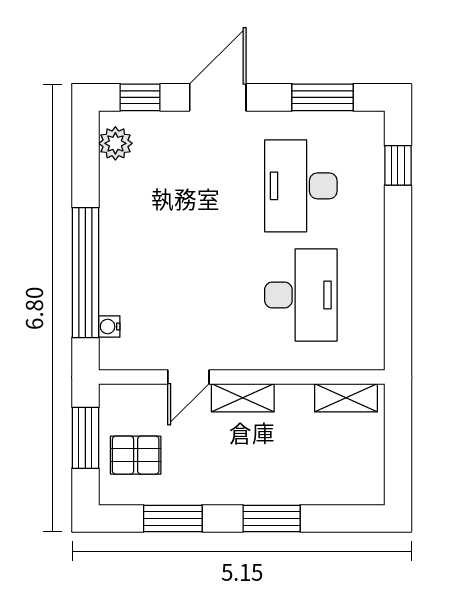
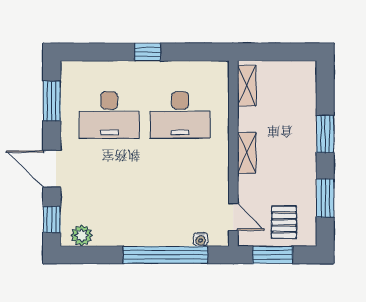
window: (398, 165) -> (148, 52), moved
desk: (301, 295) -> (180, 115), turned 180
door: (188, 377) -> (233, 217), moved

